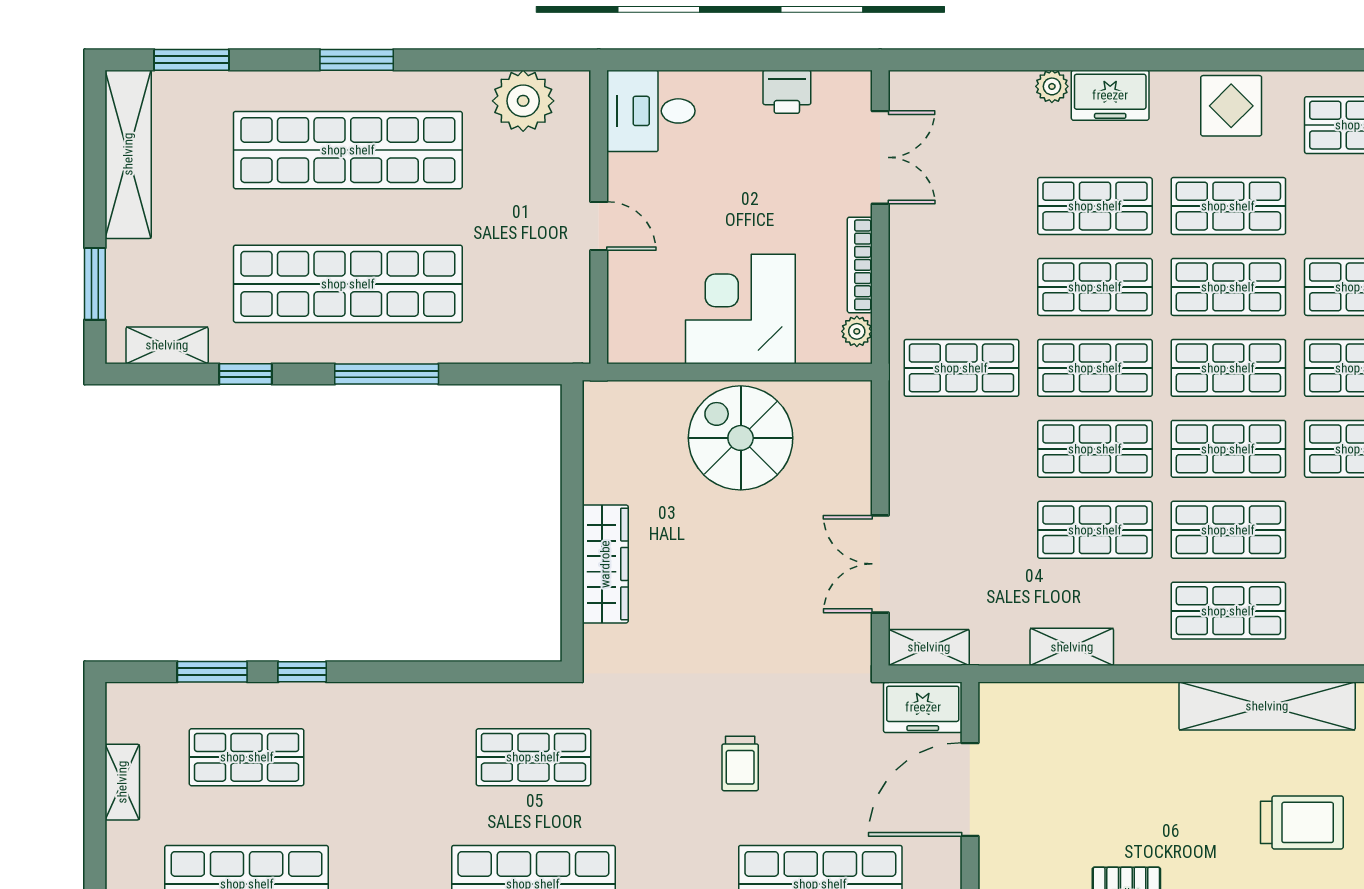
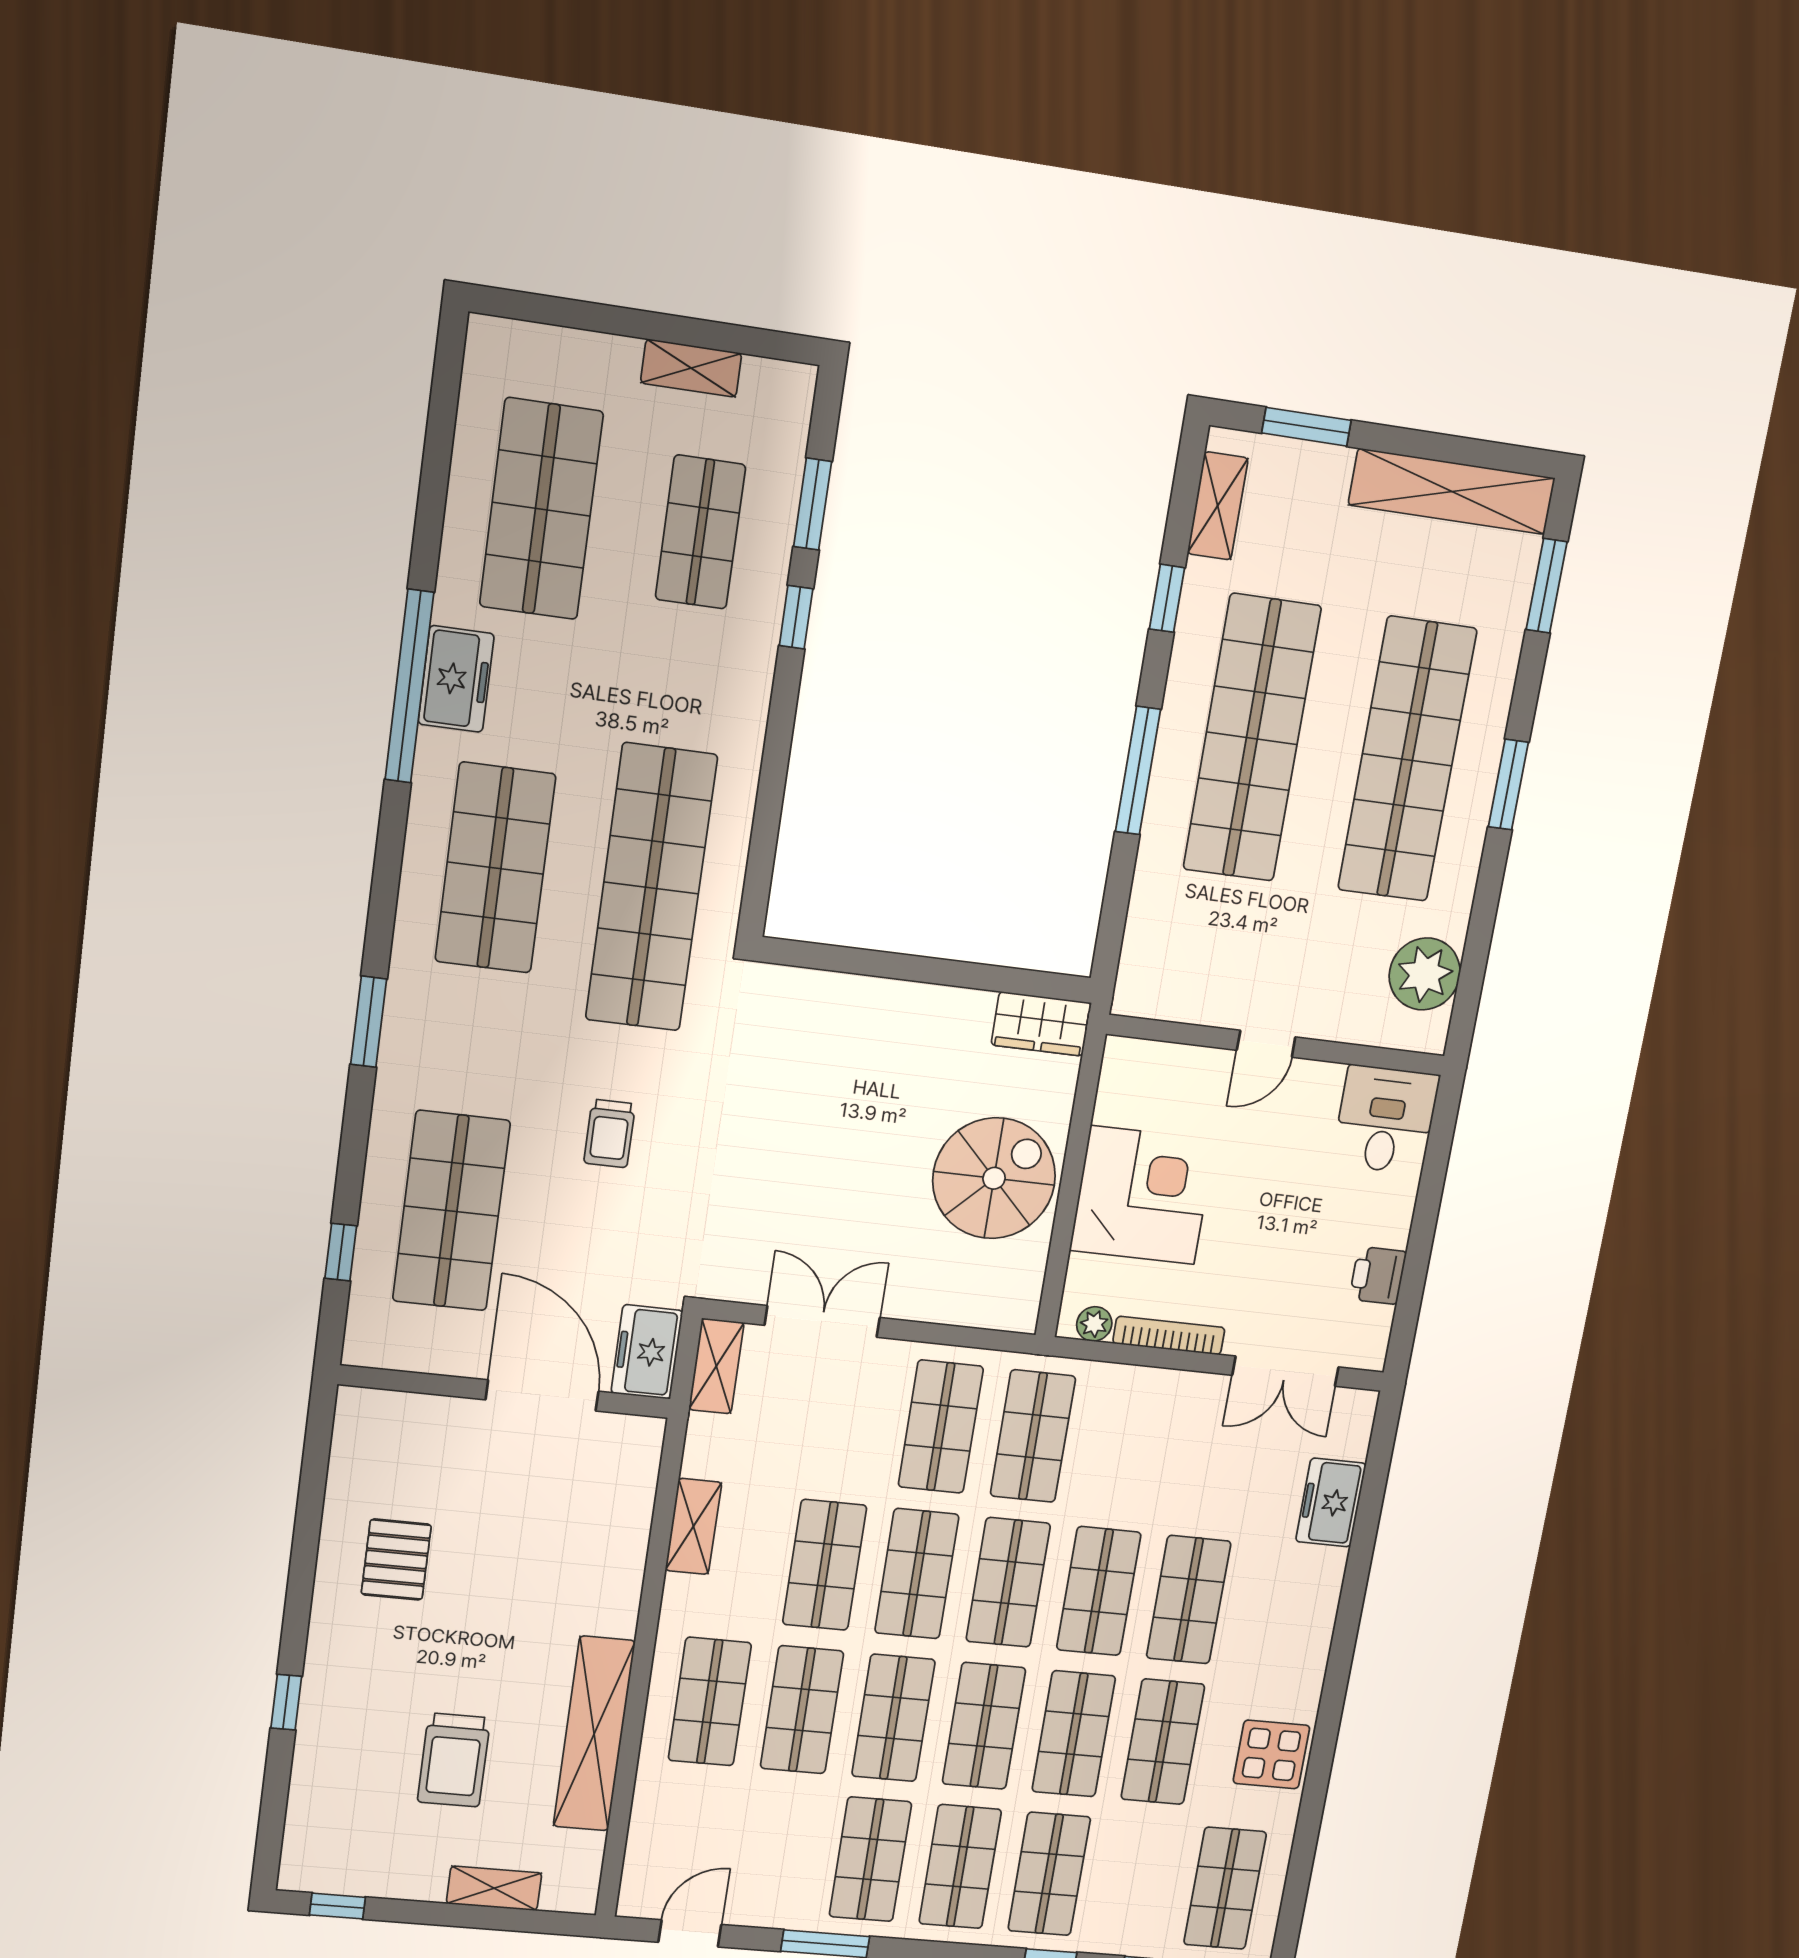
plant: (1052, 86) -> (1329, 1566), removed
freezer: (1110, 95) -> (1331, 1503), moved
shop shelf: (961, 449) -> (941, 1427), added
wardrobe: (605, 564) -> (1041, 1024), moved, width x0.67
shop shelf: (533, 757) -> (651, 888), width x2.00, depth x1.36
trolley: (740, 763) -> (610, 1134), turned -90

